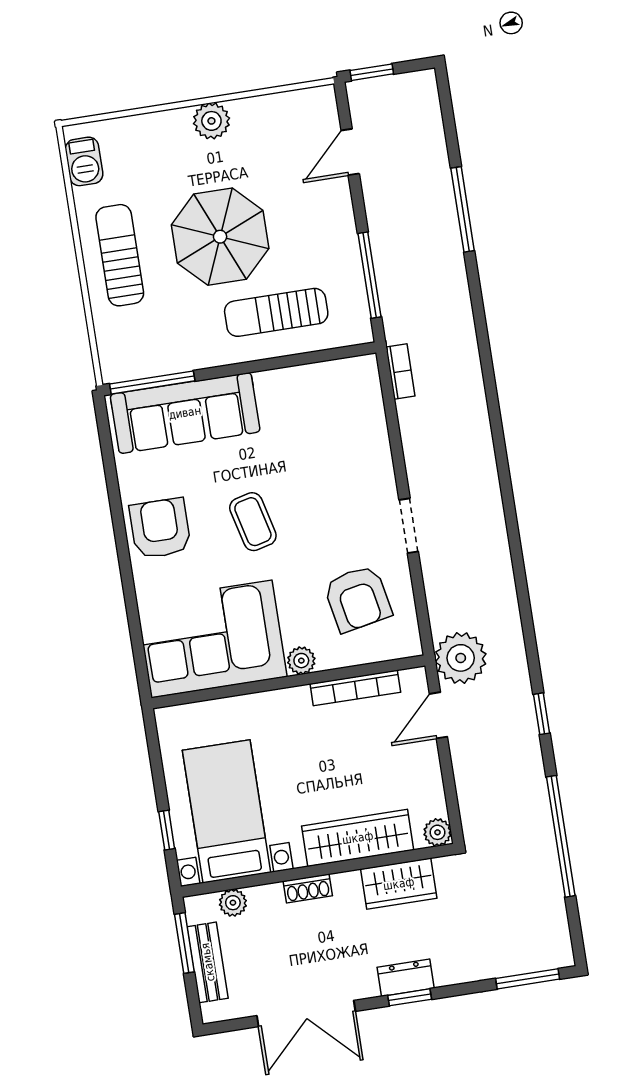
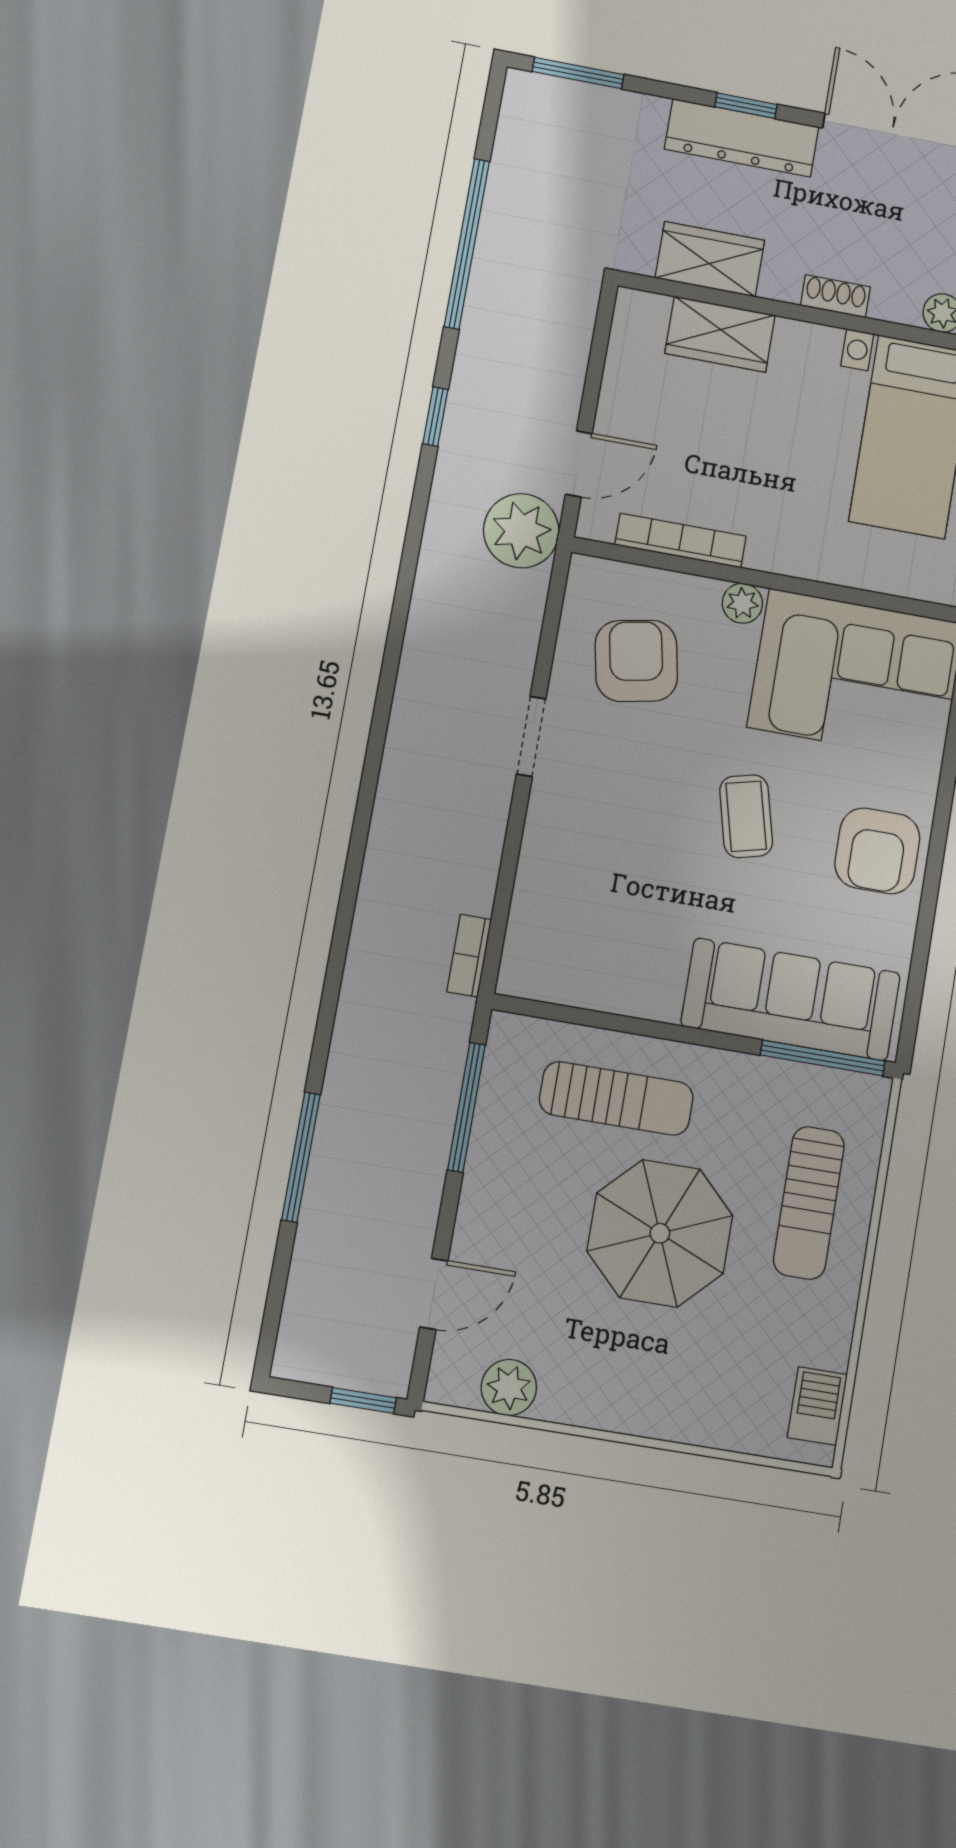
plant: (211, 121) -> (509, 1387), moved
sun lounger: (120, 255) -> (809, 1203), moved
plant: (437, 832) -> (634, 308), removed
wardrobe: (358, 838) -> (720, 334), width x0.67
dresser: (406, 978) -> (742, 138), width x1.96, depth x1.24

